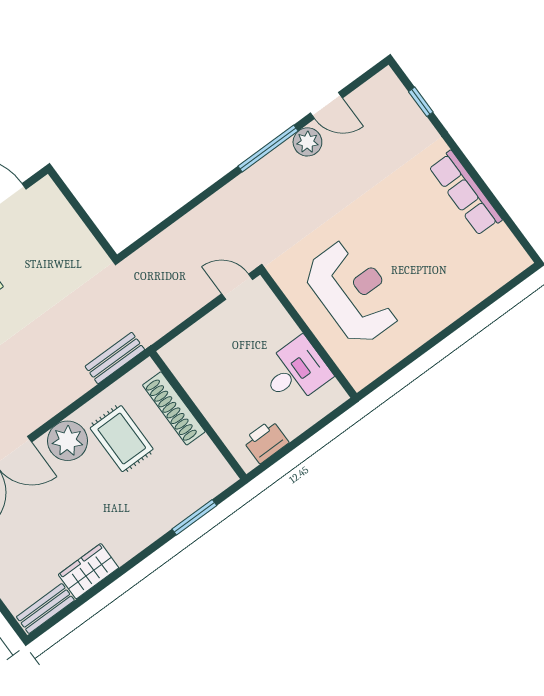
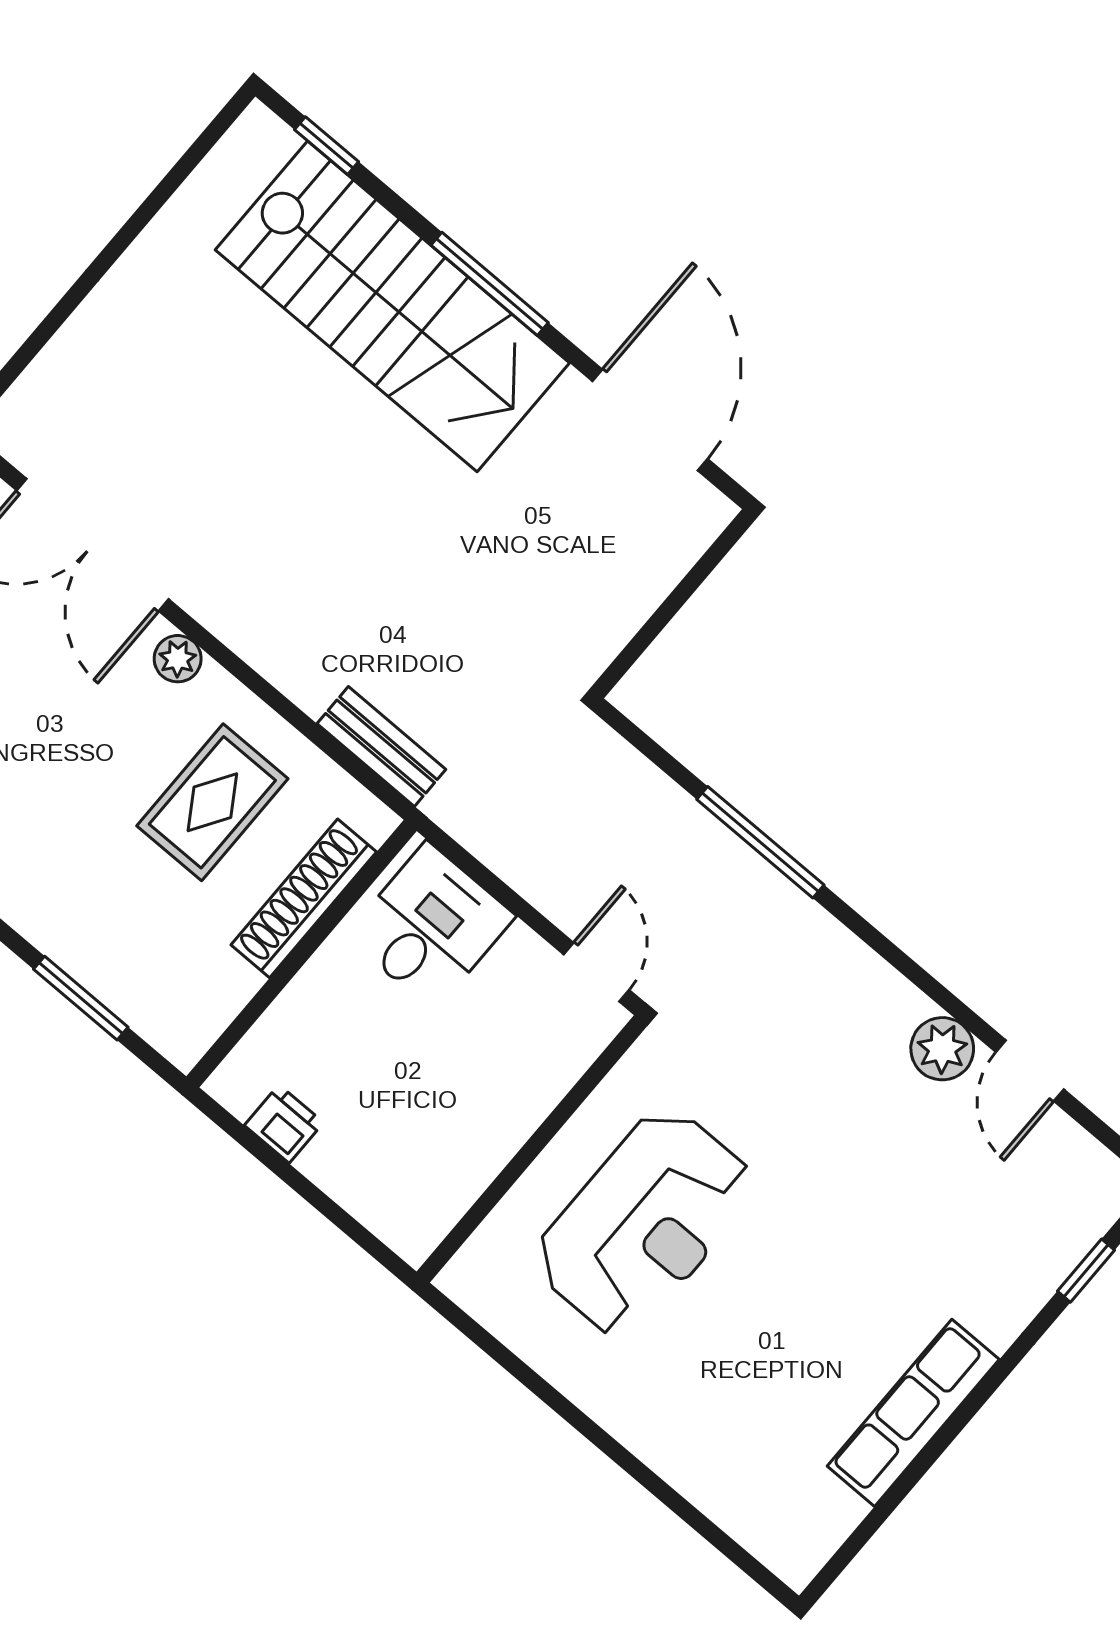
window: (268, 148) -> (760, 842), moved
desk: (296, 372) -> (430, 926), moved, turned -90
plant: (68, 441) -> (178, 659), width x0.53, depth x0.53
printer: (266, 441) -> (284, 1124), width x0.73, depth x0.81

